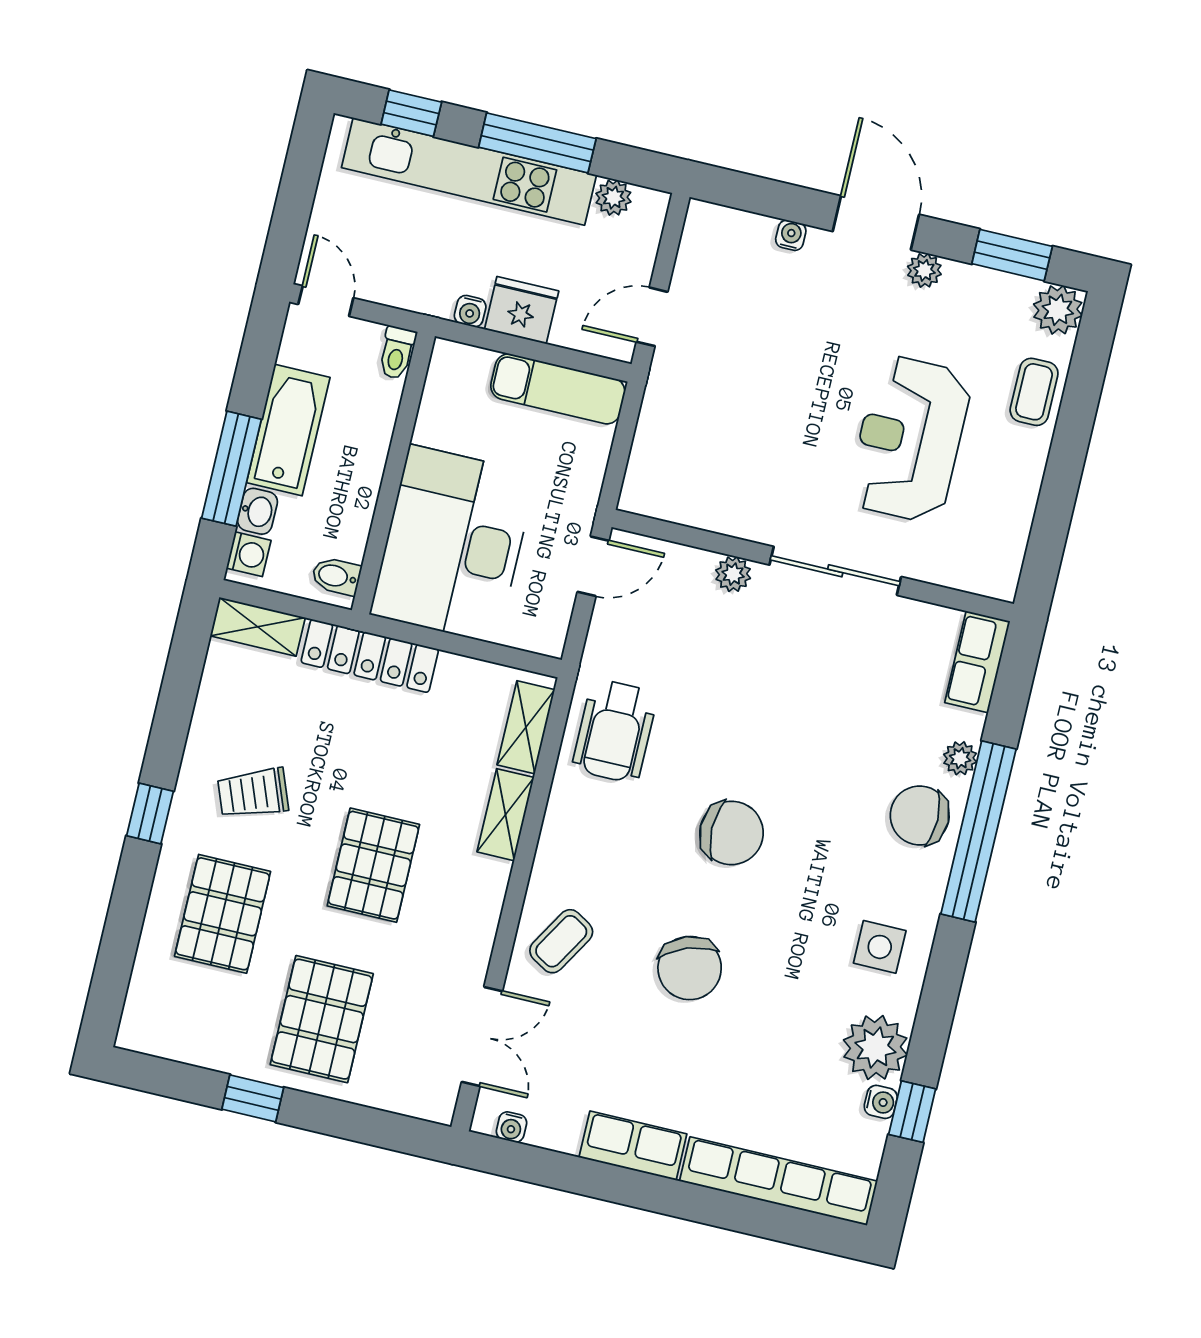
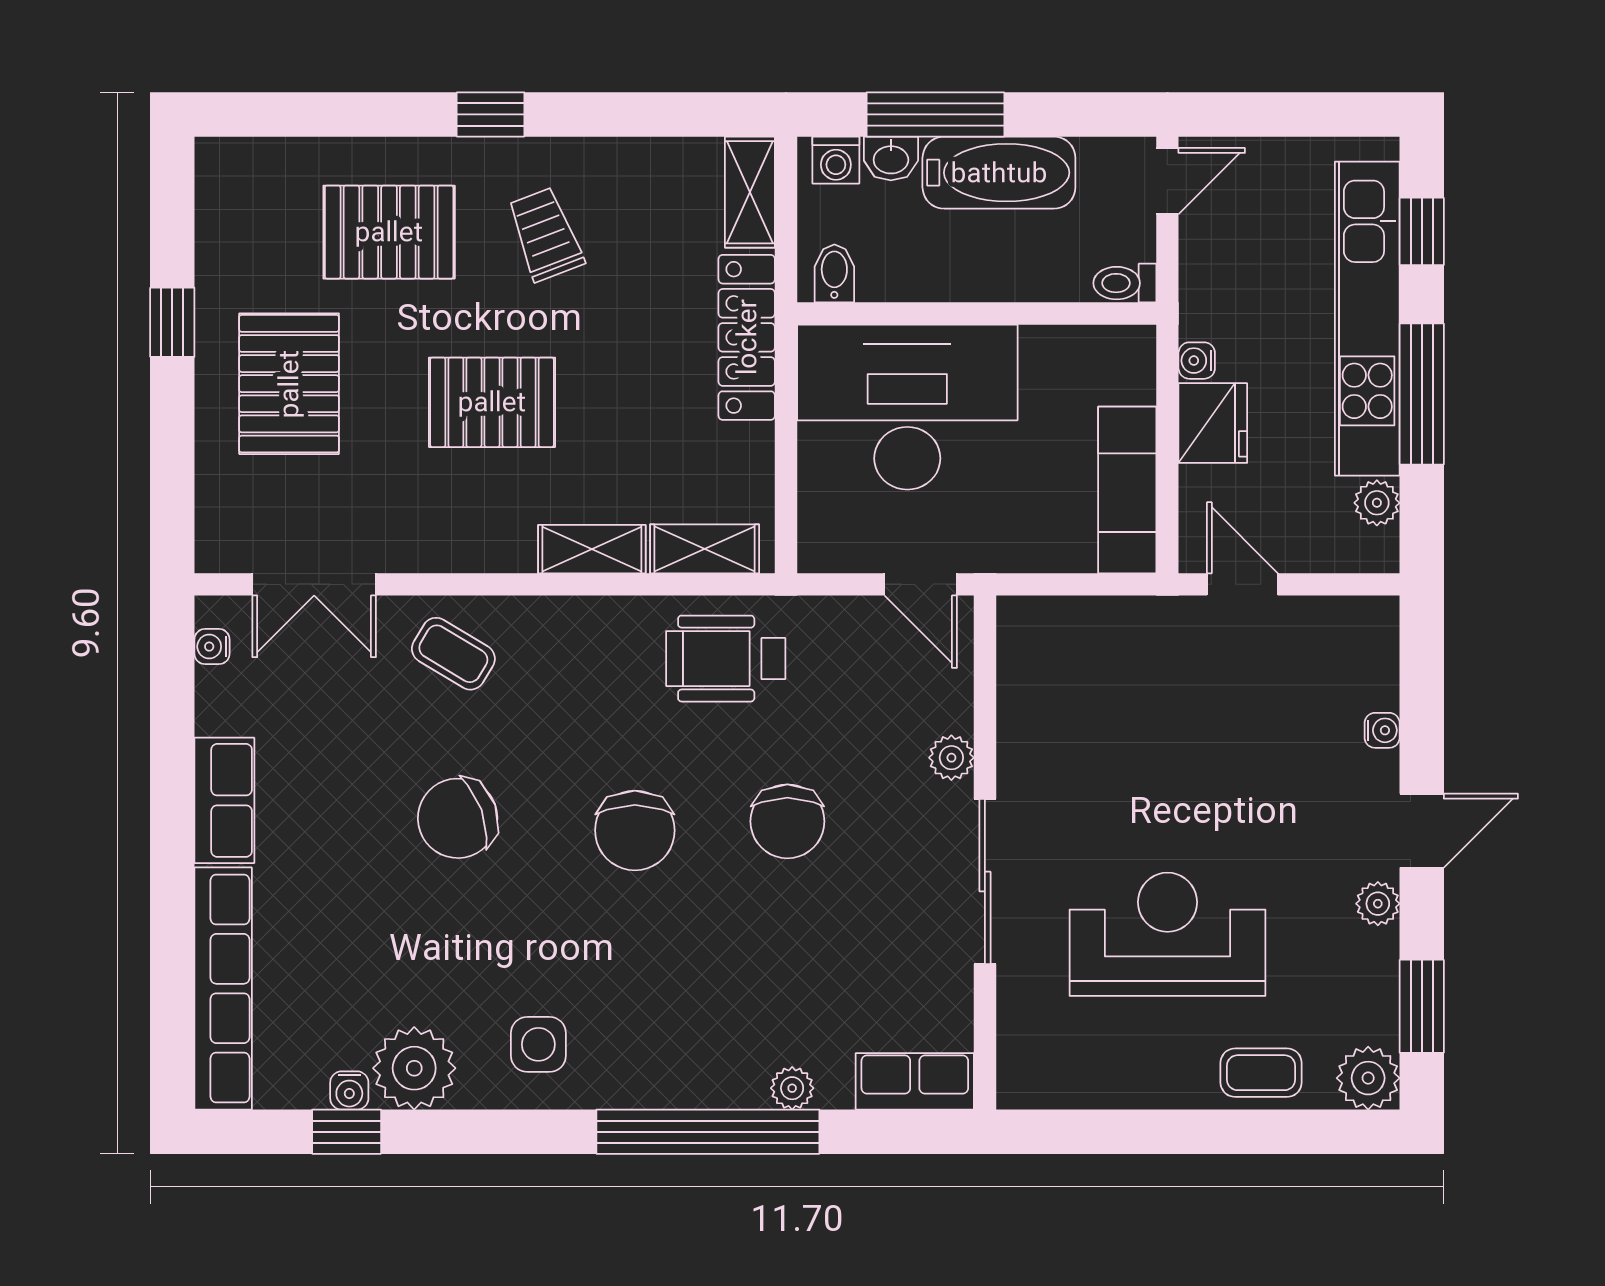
door: (876, 223) -> (1422, 831), width x0.73
chair: (920, 815) -> (787, 821), moved, turned 180
pallet: (322, 1019) -> (289, 384), turned 90

